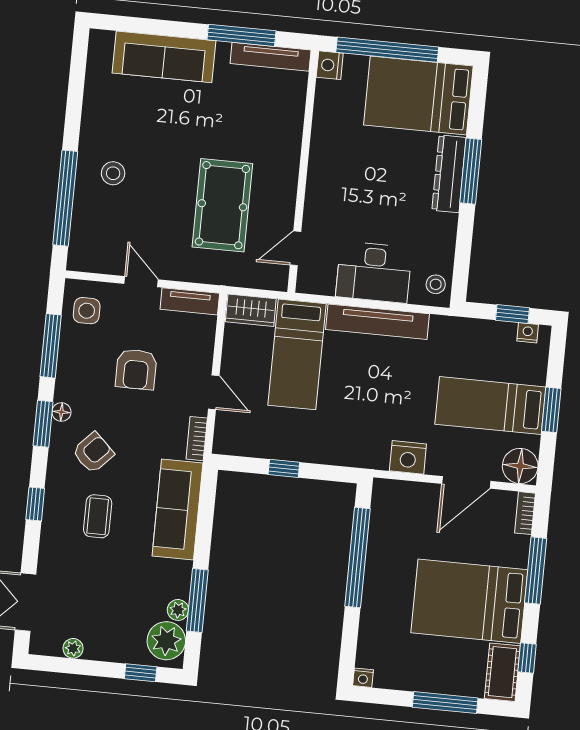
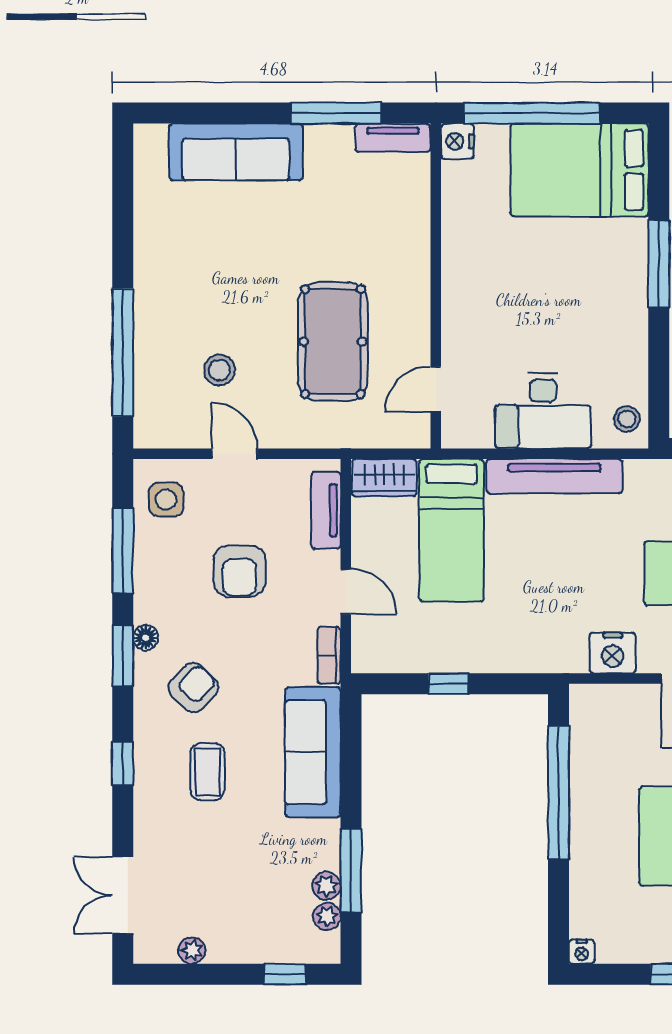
tv unit: (271, 57) -> (393, 138), width x0.71
stool: (113, 173) -> (219, 370), moved
dresser: (449, 174) -> (630, 270), removed
tv unit: (190, 301) -> (326, 510), moved, turned 90
plant: (166, 641) -> (327, 916), width x0.53, depth x0.53

